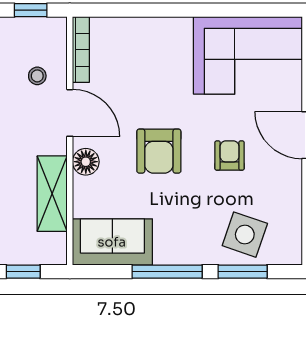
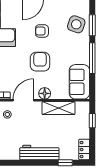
armchair: (159, 151) -> (40, 62), turned -90

